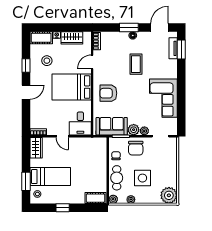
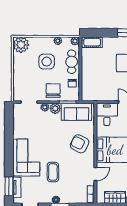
armchair: (108, 93) -> (80, 144), turned -153
corner sofa: (163, 98) -> (26, 158), moved

